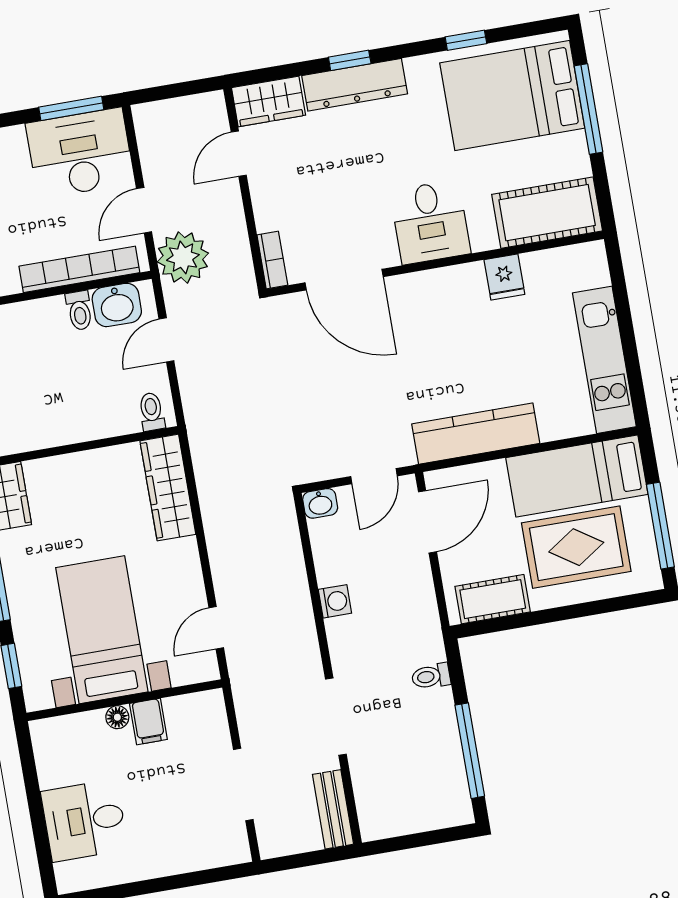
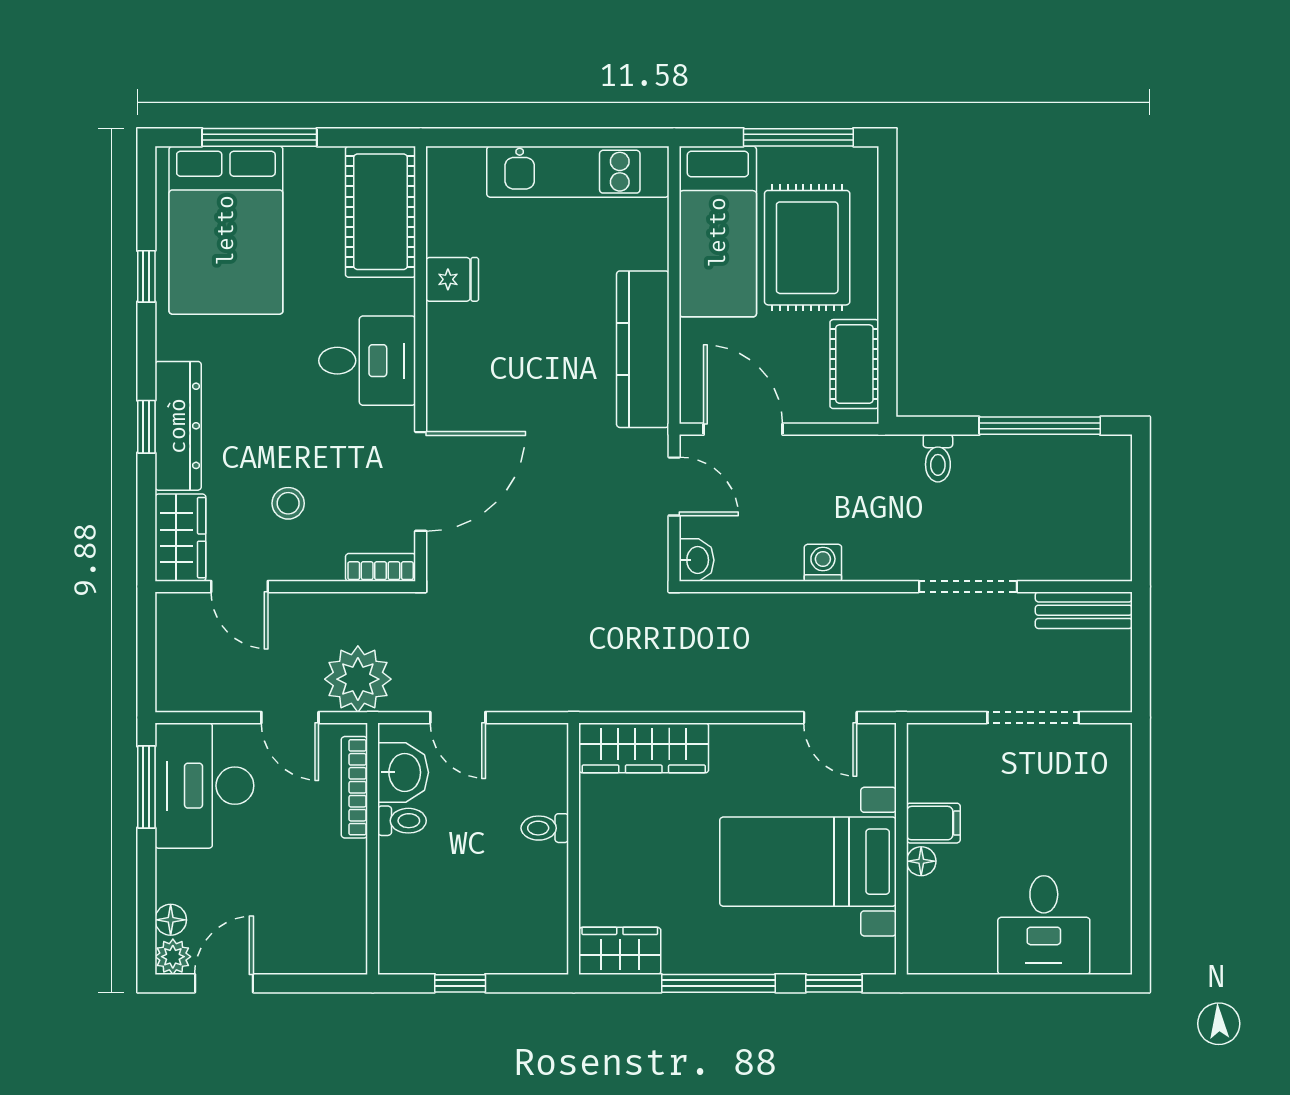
stool: (309, 180) -> (288, 503), added
bookcase: (79, 269) -> (354, 787), width x0.68, depth x0.76
toilet: (152, 412) -> (545, 828), moved

